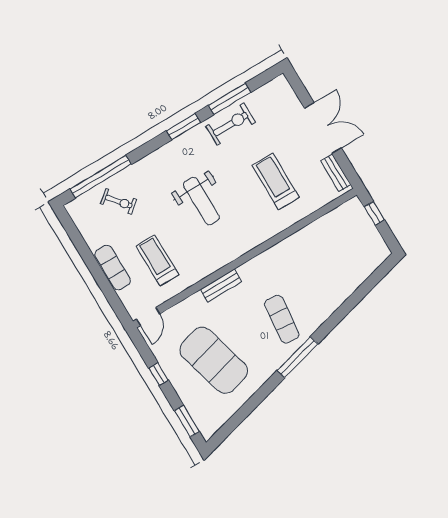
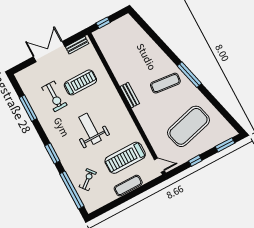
exercise bike: (231, 124) -> (54, 96), moved, turned 180
window: (183, 127) -> (52, 153), moved
treadmill: (276, 181) -> (80, 82), turned 180
weight bench: (201, 201) -> (90, 129), turned -90
treadmill: (157, 260) -> (125, 158), width x1.37, depth x1.38
bench: (221, 285) -> (130, 95), moved

